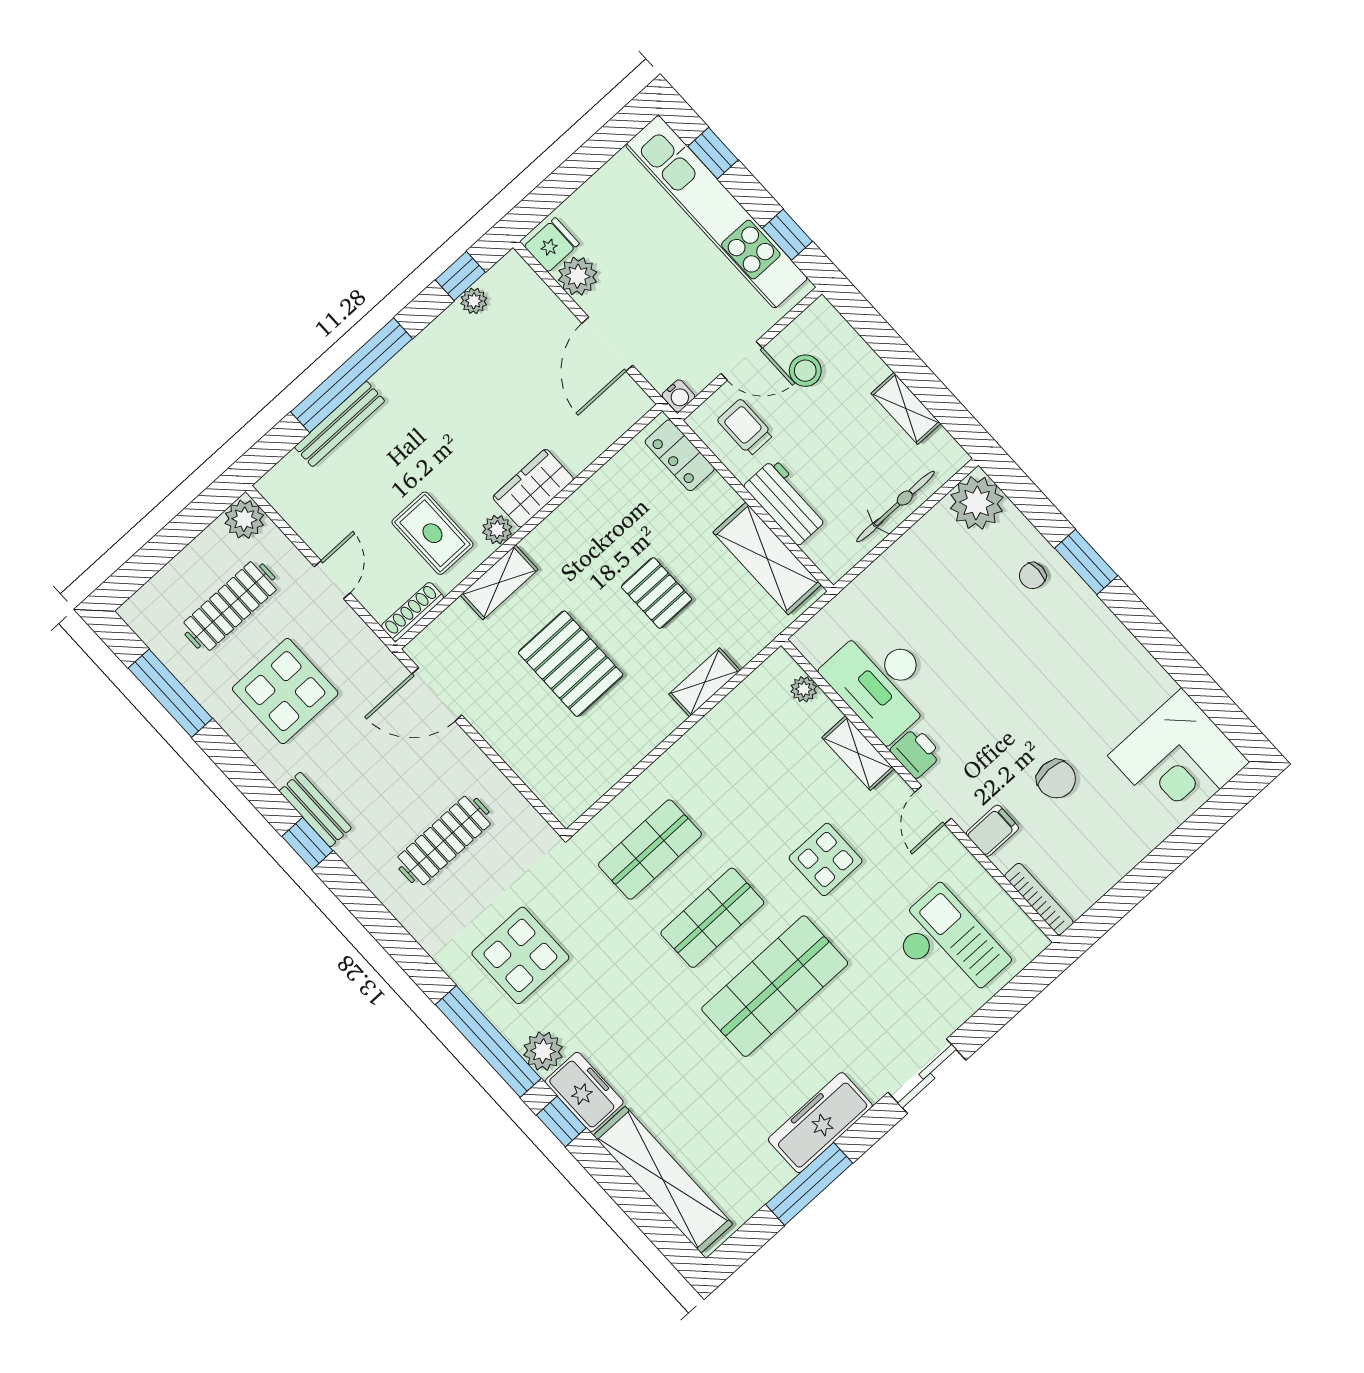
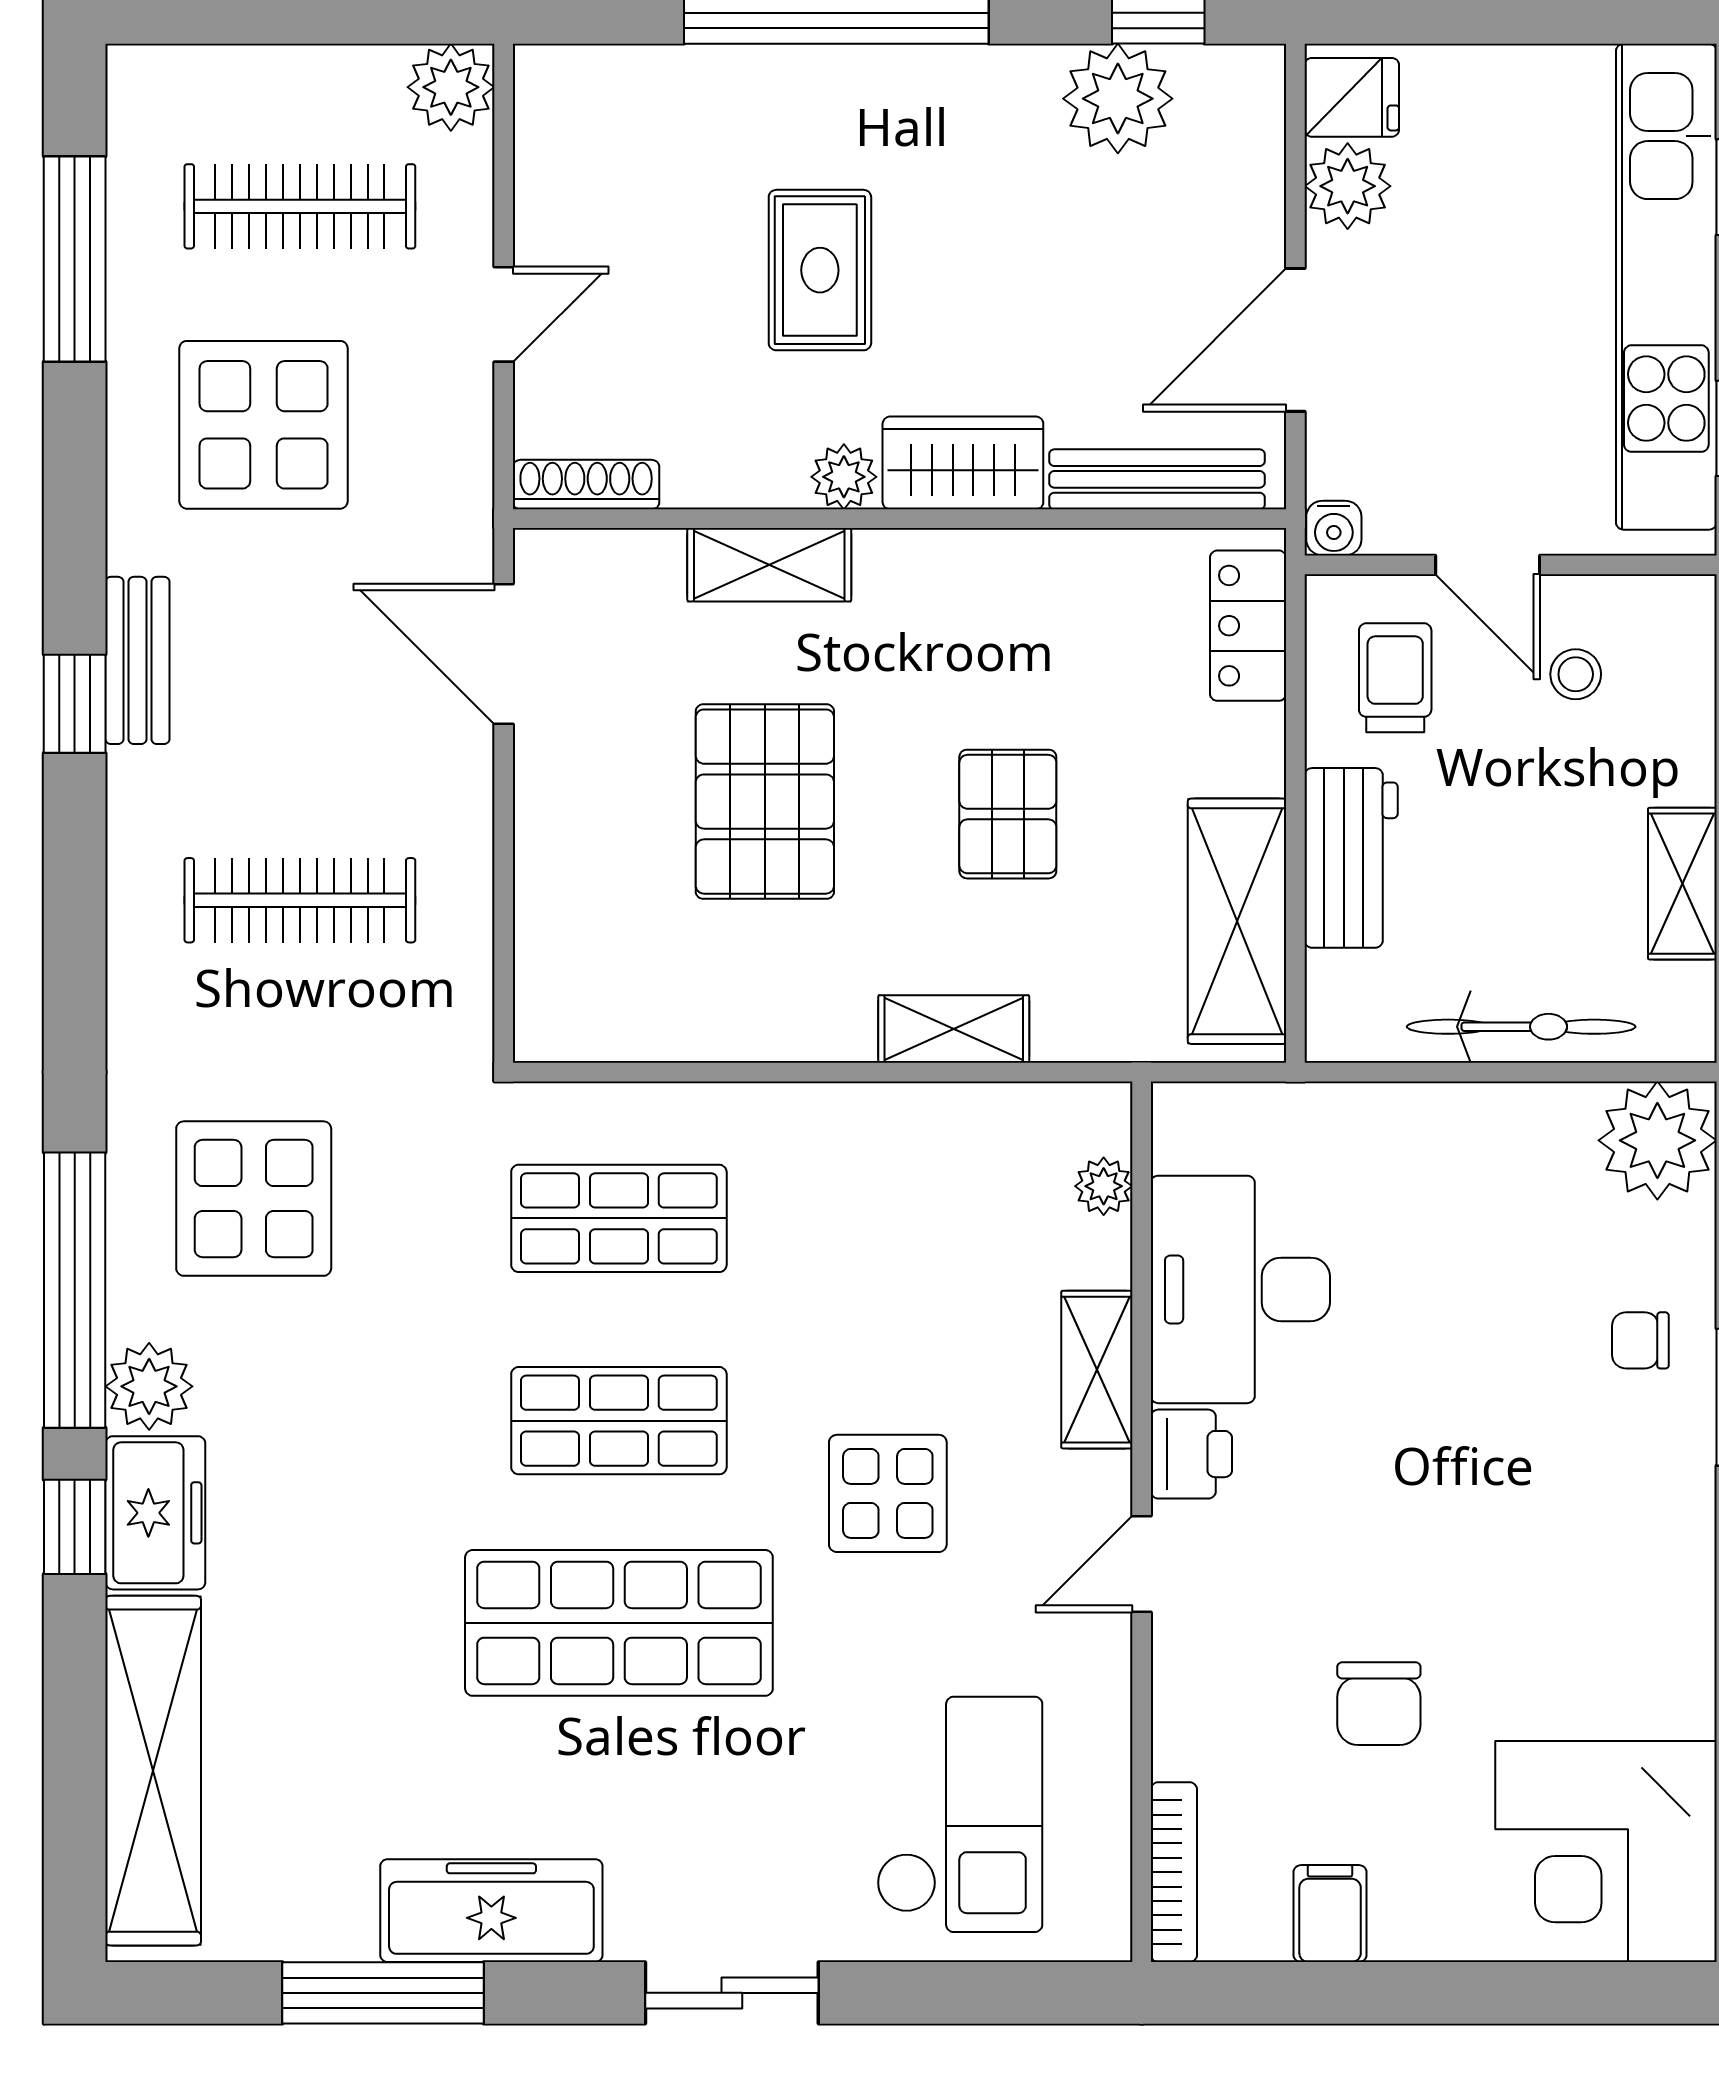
plant: (474, 301) -> (1118, 99), width x1.88, depth x1.88
stool: (805, 371) -> (1576, 674), width x0.73, depth x0.73
bench: (340, 424) -> (1157, 479), moved
rug: (432, 533) -> (820, 270), moved
filing cabinet: (992, 831) -> (1330, 1914), moved, turned -90

